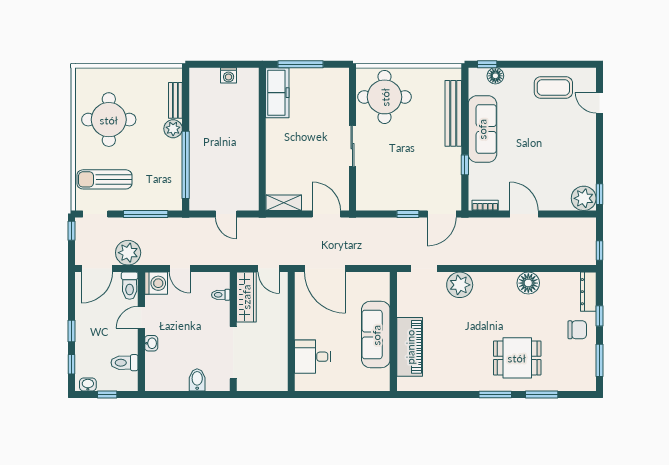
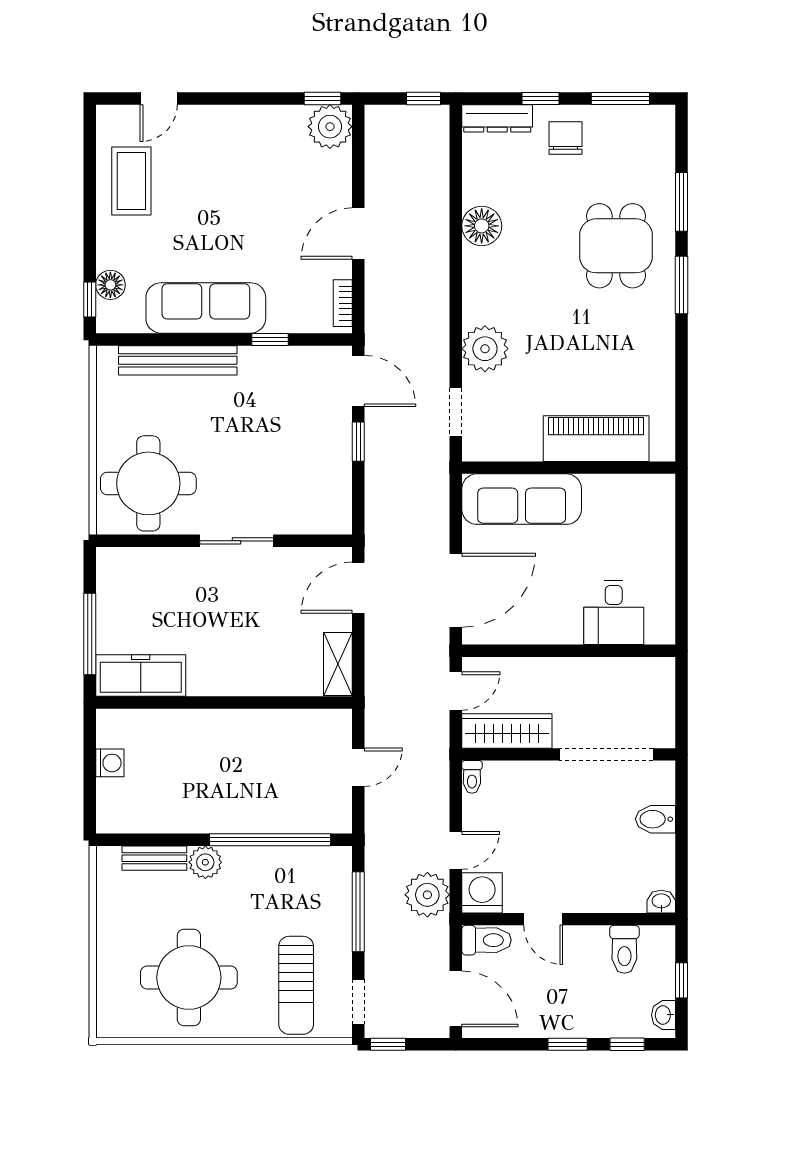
plant: (128, 253) -> (427, 895), moved
toilet: (221, 295) -> (472, 777), moved
sofa: (376, 335) -> (522, 499), moved
washbasin: (151, 343) -> (661, 902), moved

